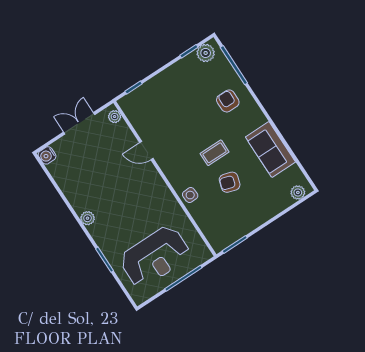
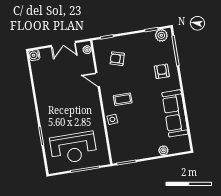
double door: (79, 123) -> (63, 44), swing flipped
sofa: (270, 149) -> (175, 113), width x1.36
coffee table: (215, 153) -> (123, 99), moved
armchair: (230, 182) -> (117, 59), moved
plant: (298, 192) -> (163, 150), moved
plant: (88, 218) -> (42, 105), removed

